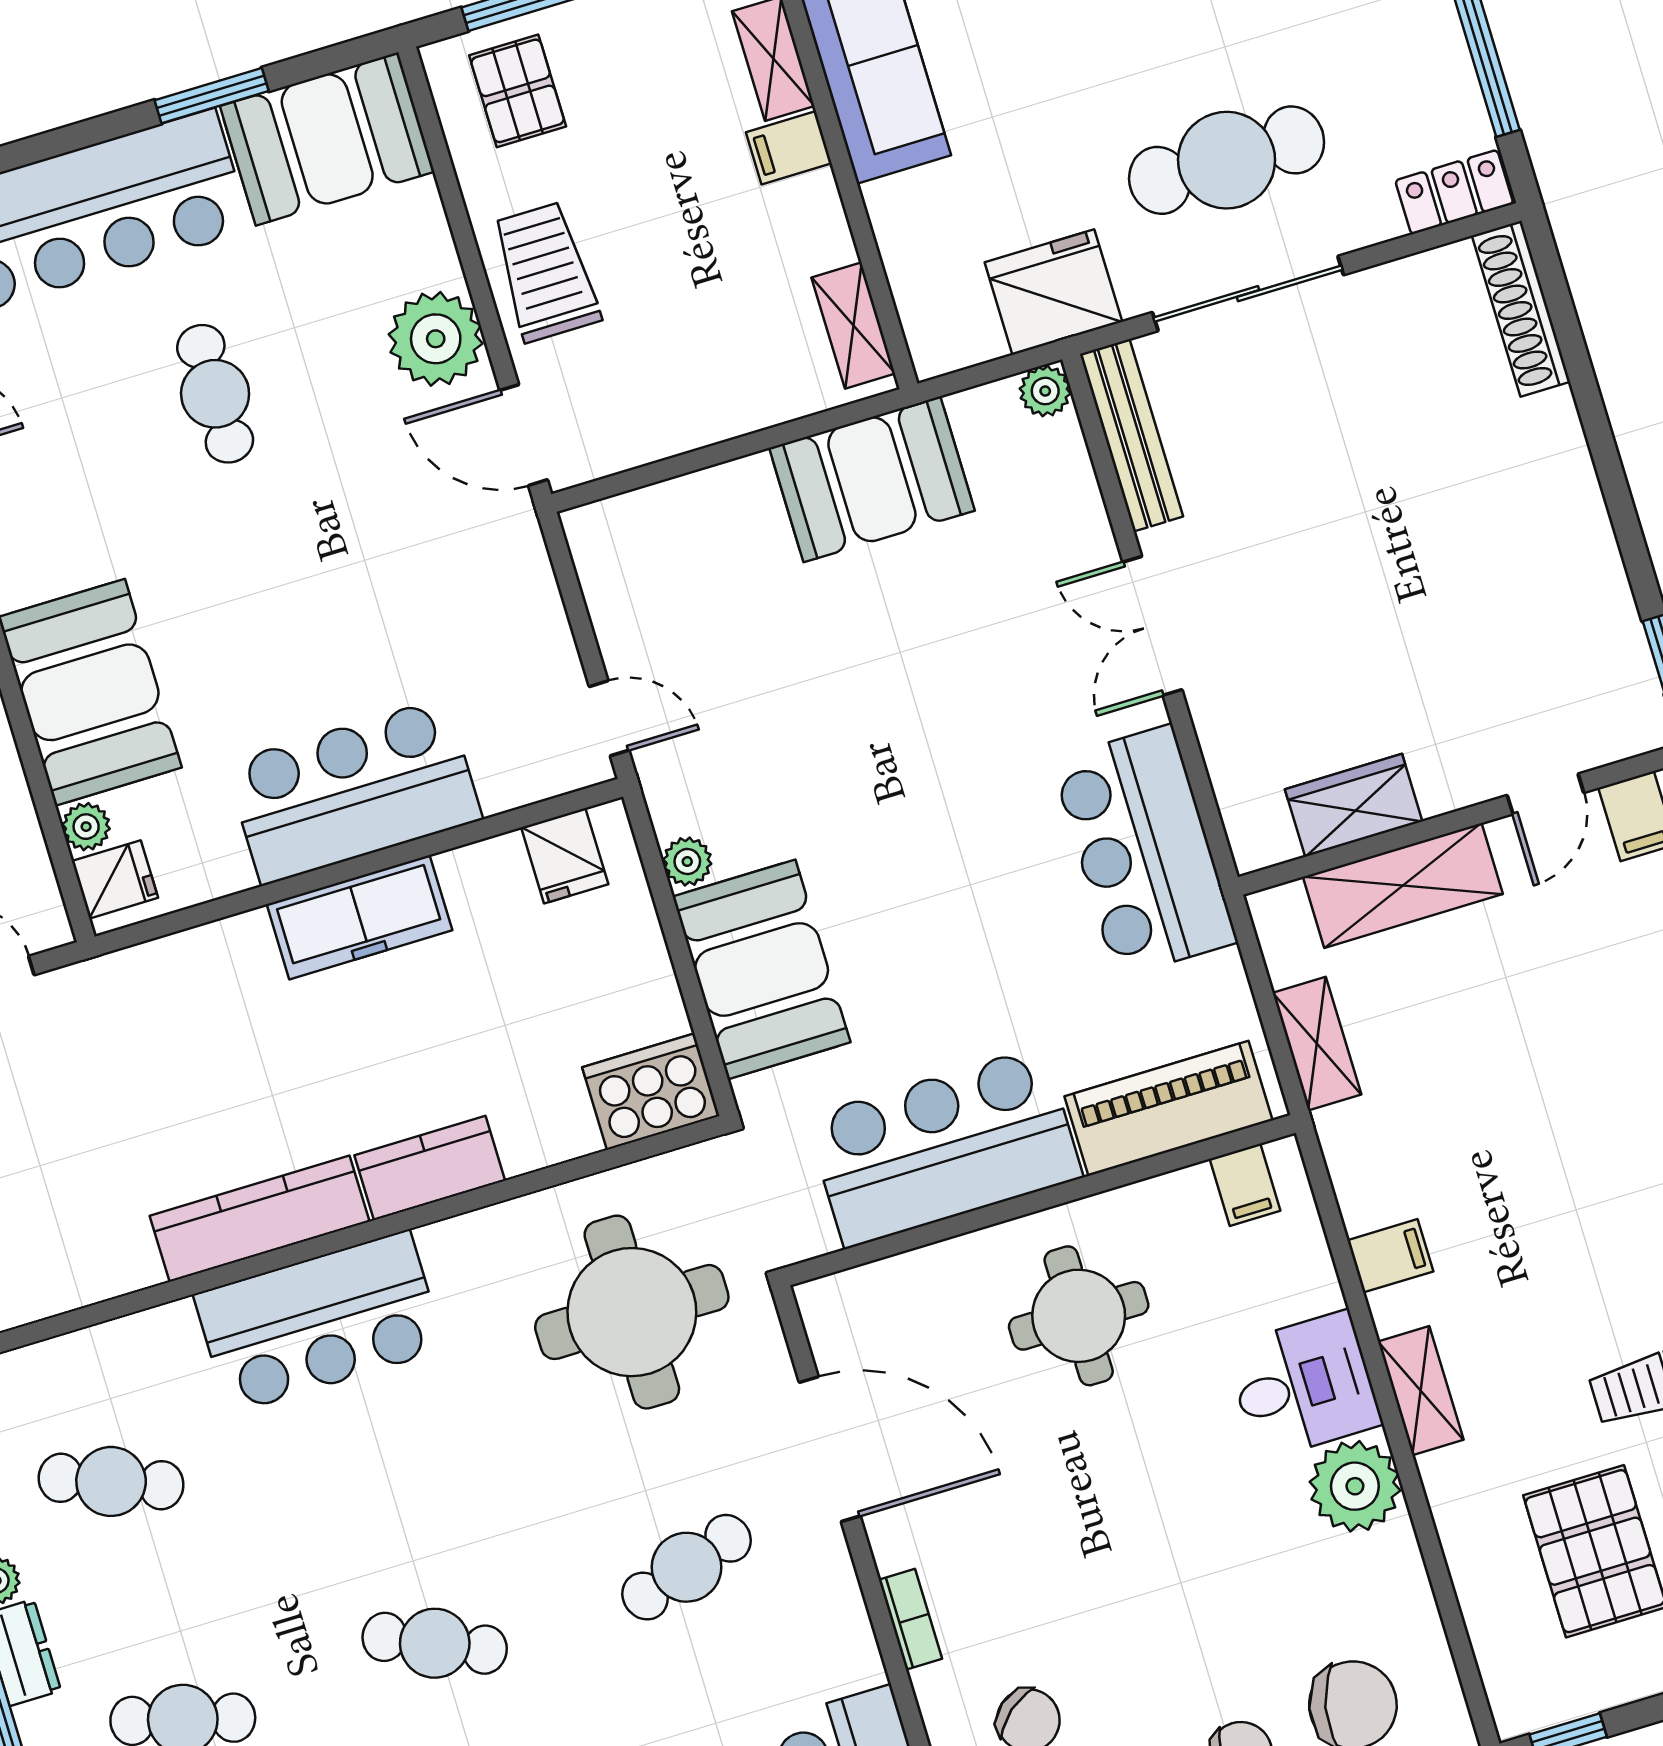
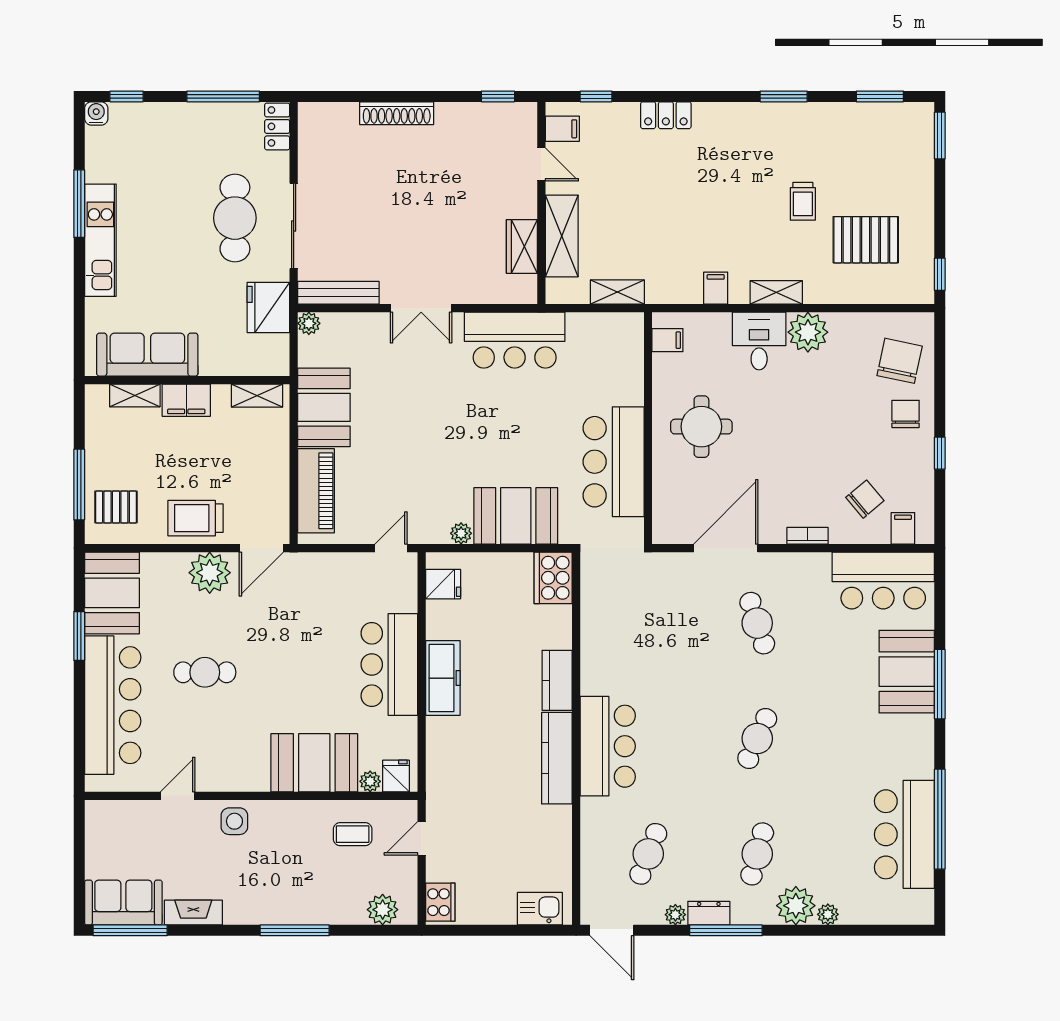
filing cabinet: (789, 148) -> (186, 400), width x2.00
shoe rack: (1521, 309) -> (397, 113), moved
piano: (1168, 1108) -> (316, 491), moved, turned 180
round table: (632, 1312) -> (643, 614), removed

